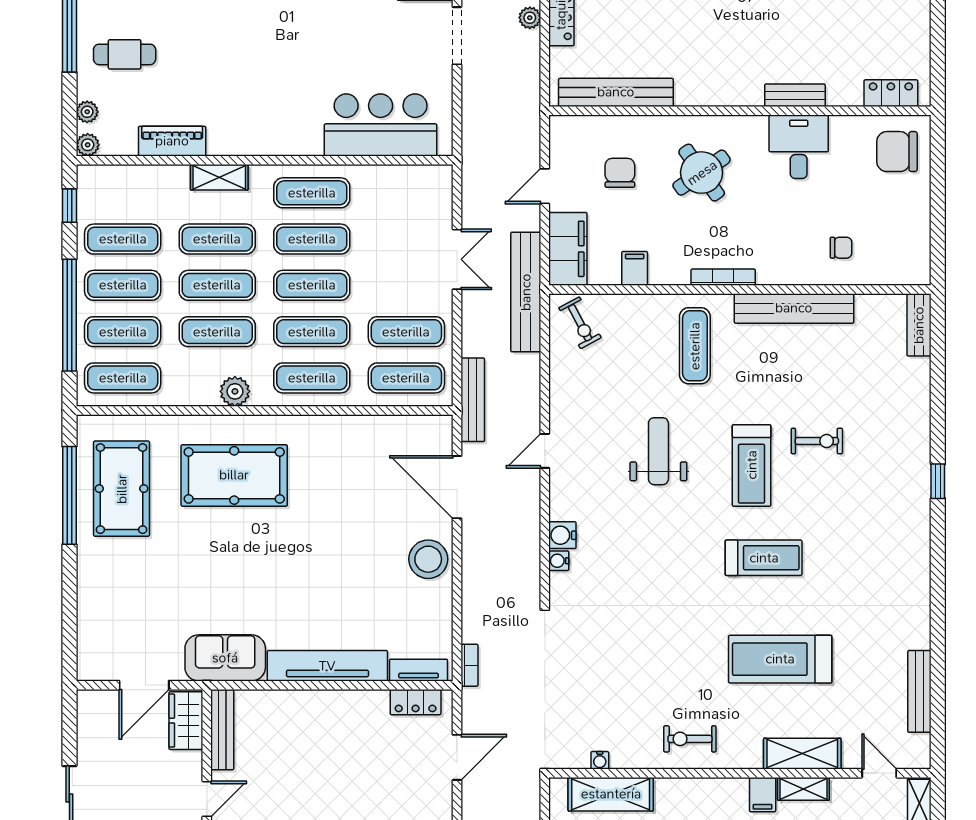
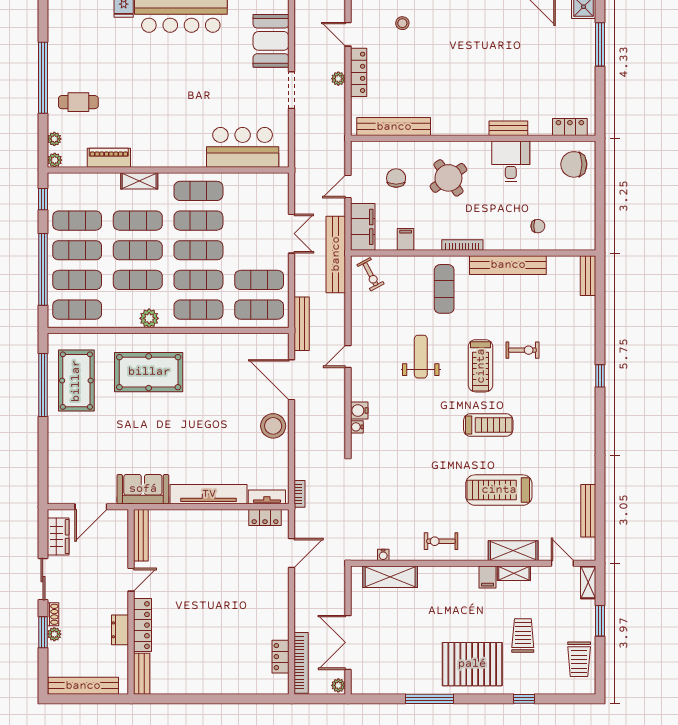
wardrobe: (186, 721) -> (58, 537), moved, turned 180

